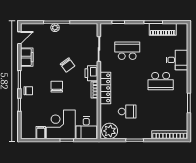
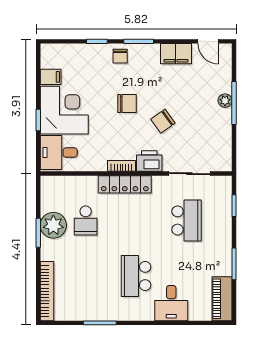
piano: (163, 29) -> (222, 299), moved
plant: (110, 131) -> (53, 225), moved

